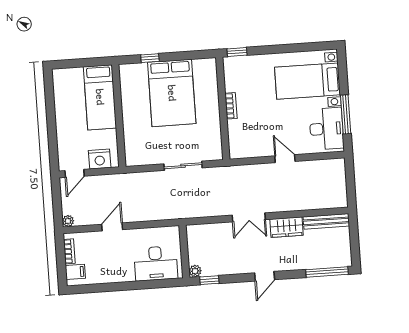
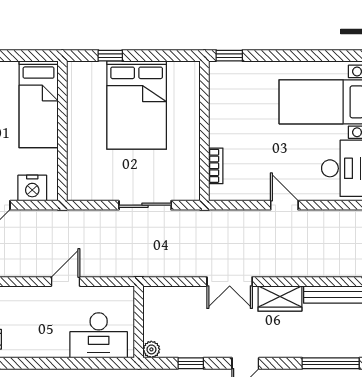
bookcase: (231, 106) -> (216, 166), moved
door: (112, 227) -> (65, 282), moved
window: (209, 280) -> (191, 363), moved

